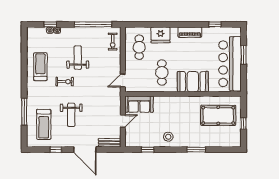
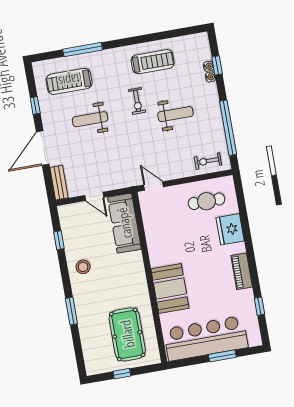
cafe table: (162, 73) -> (175, 241), removed
sofa: (139, 104) -> (124, 223), width x1.36

